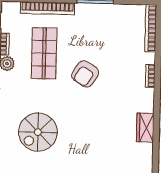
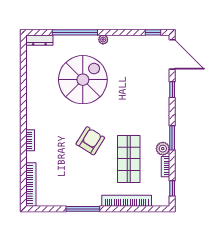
wardrobe: (145, 128) -> (34, 93), removed
spiral stairs: (38, 132) -> (83, 80), moved, width x1.37, depth x1.37

